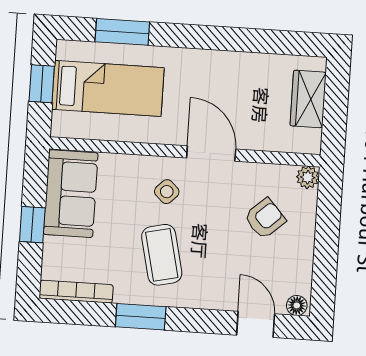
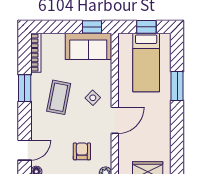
window: (122, 32) -> (177, 86), moved
armchair: (265, 219) -> (82, 151), turned -138
window: (32, 225) -> (92, 27), moved
coffee table: (162, 255) -> (59, 97), turned -66

